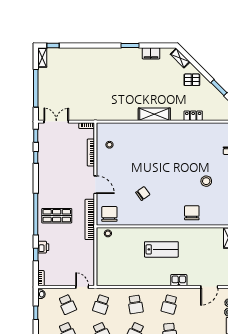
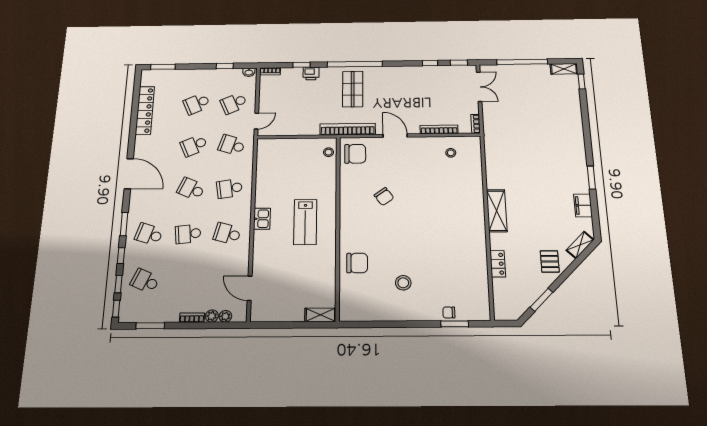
door: (95, 185) -> (395, 136), swing flipped
kitchen sink: (179, 280) -> (262, 219), moved

